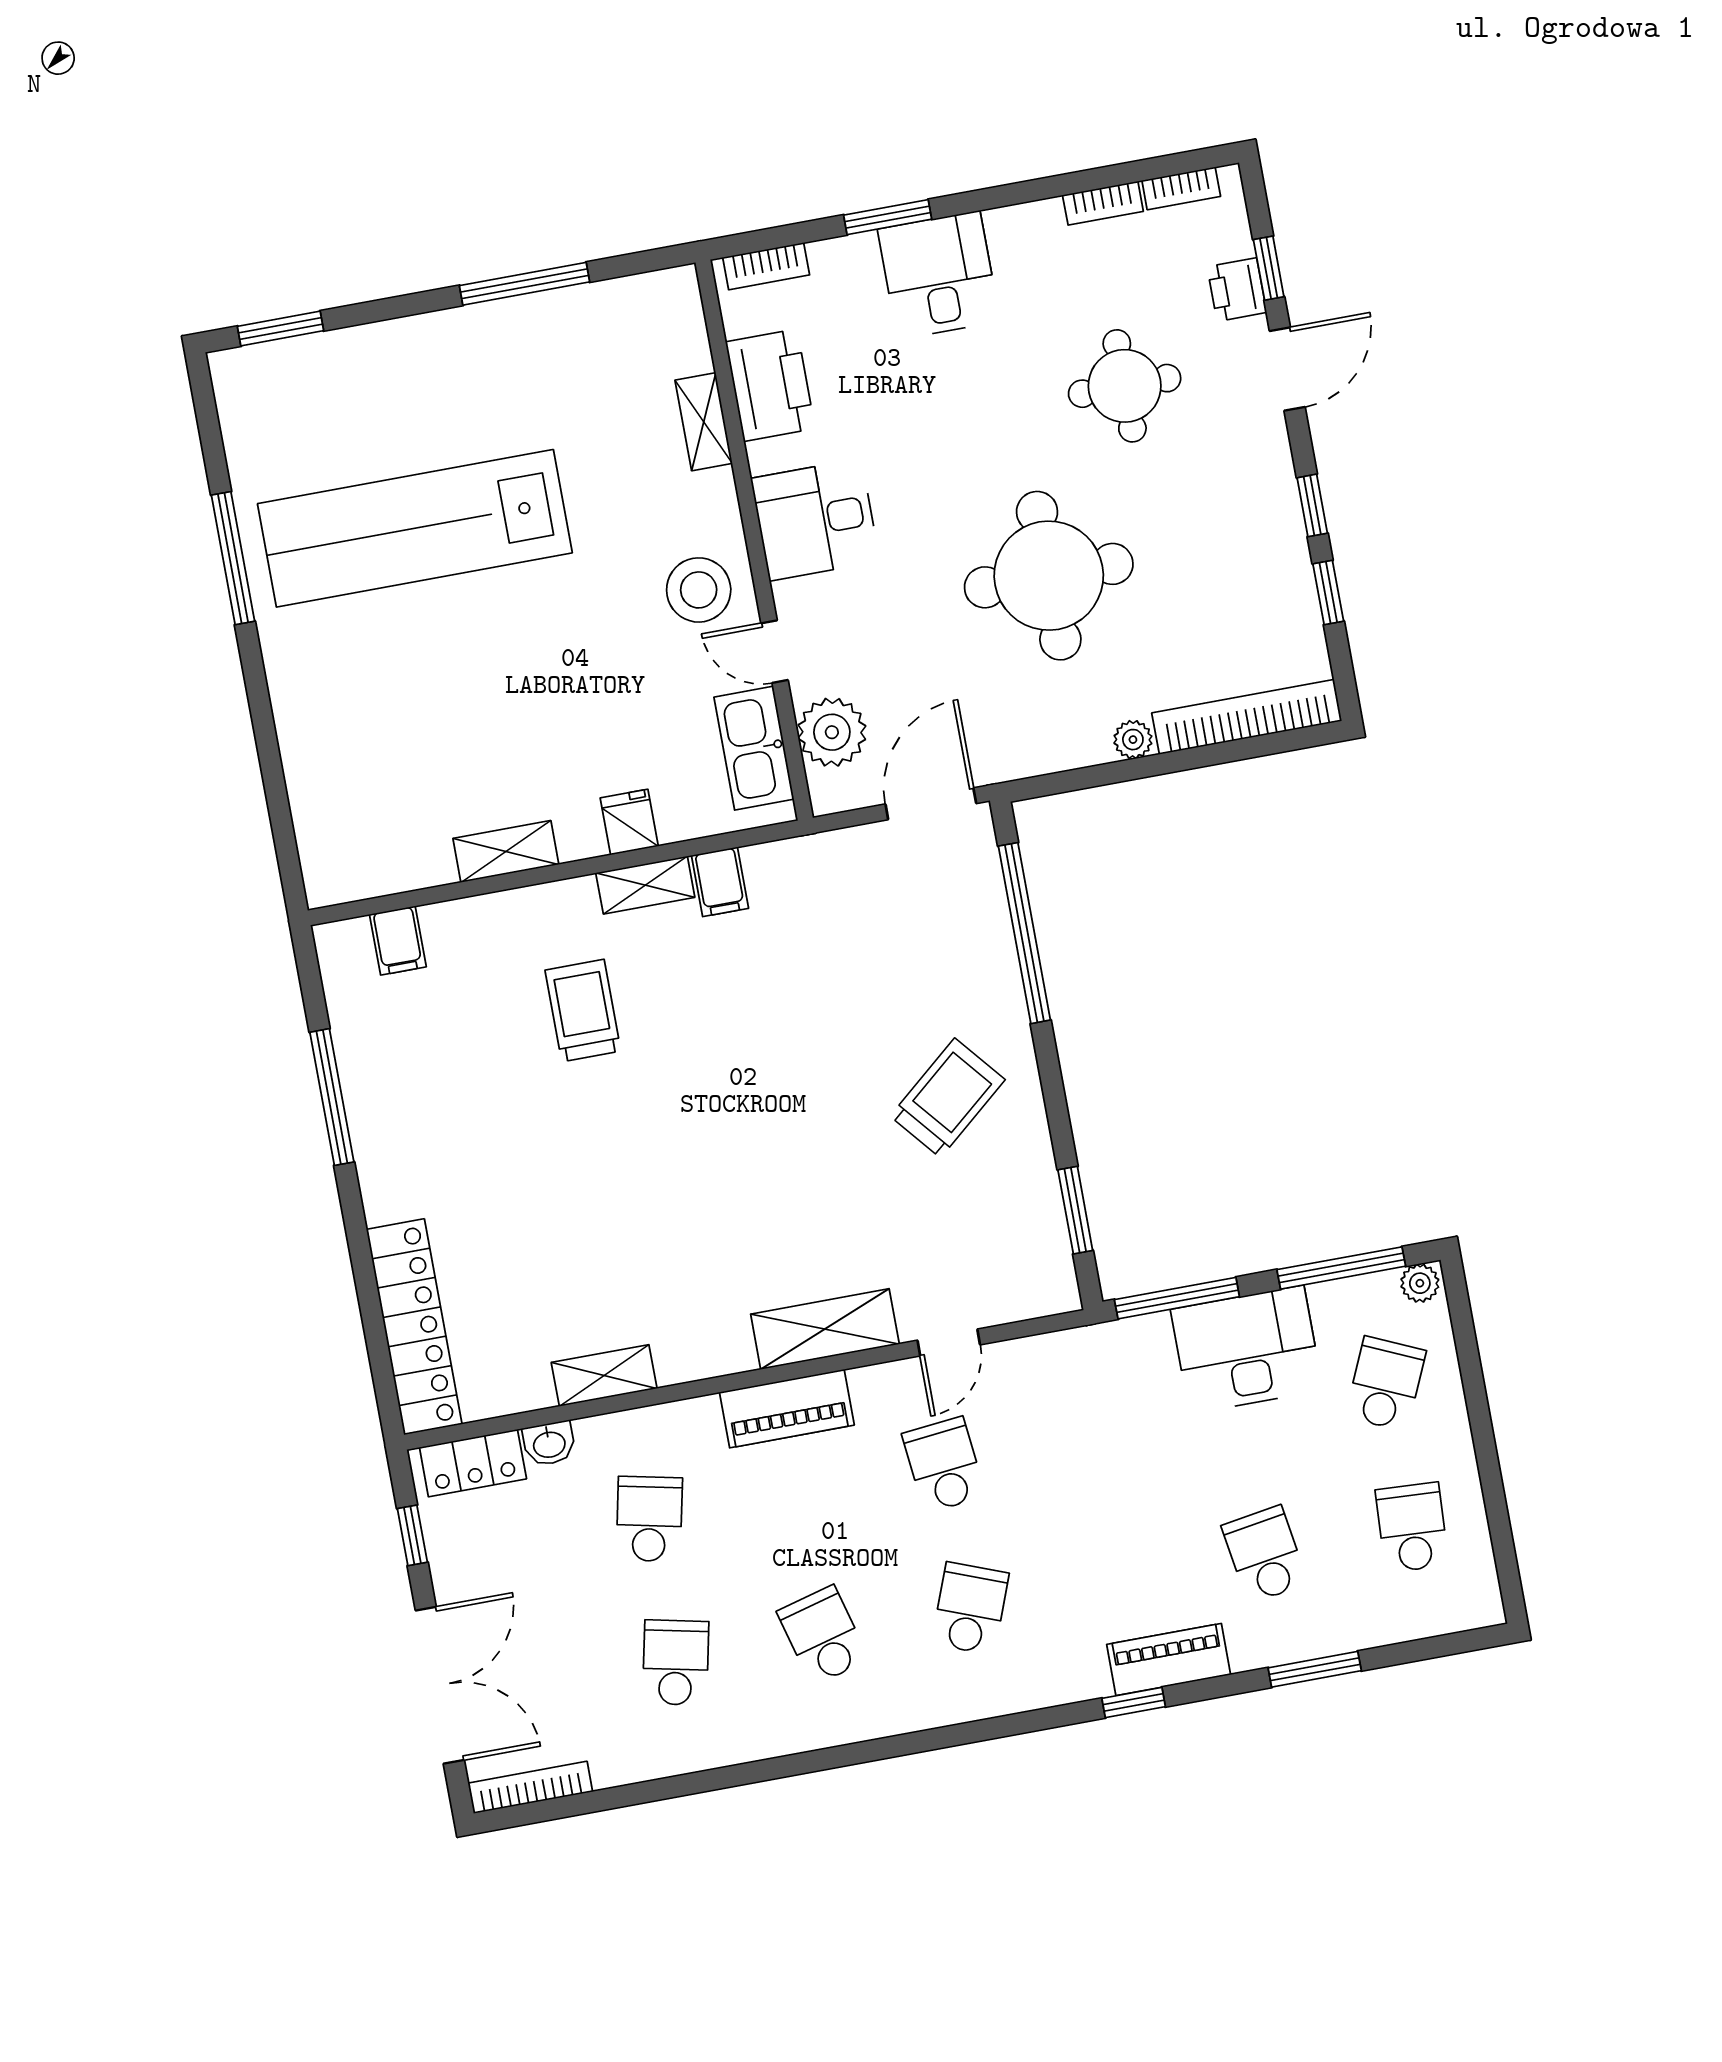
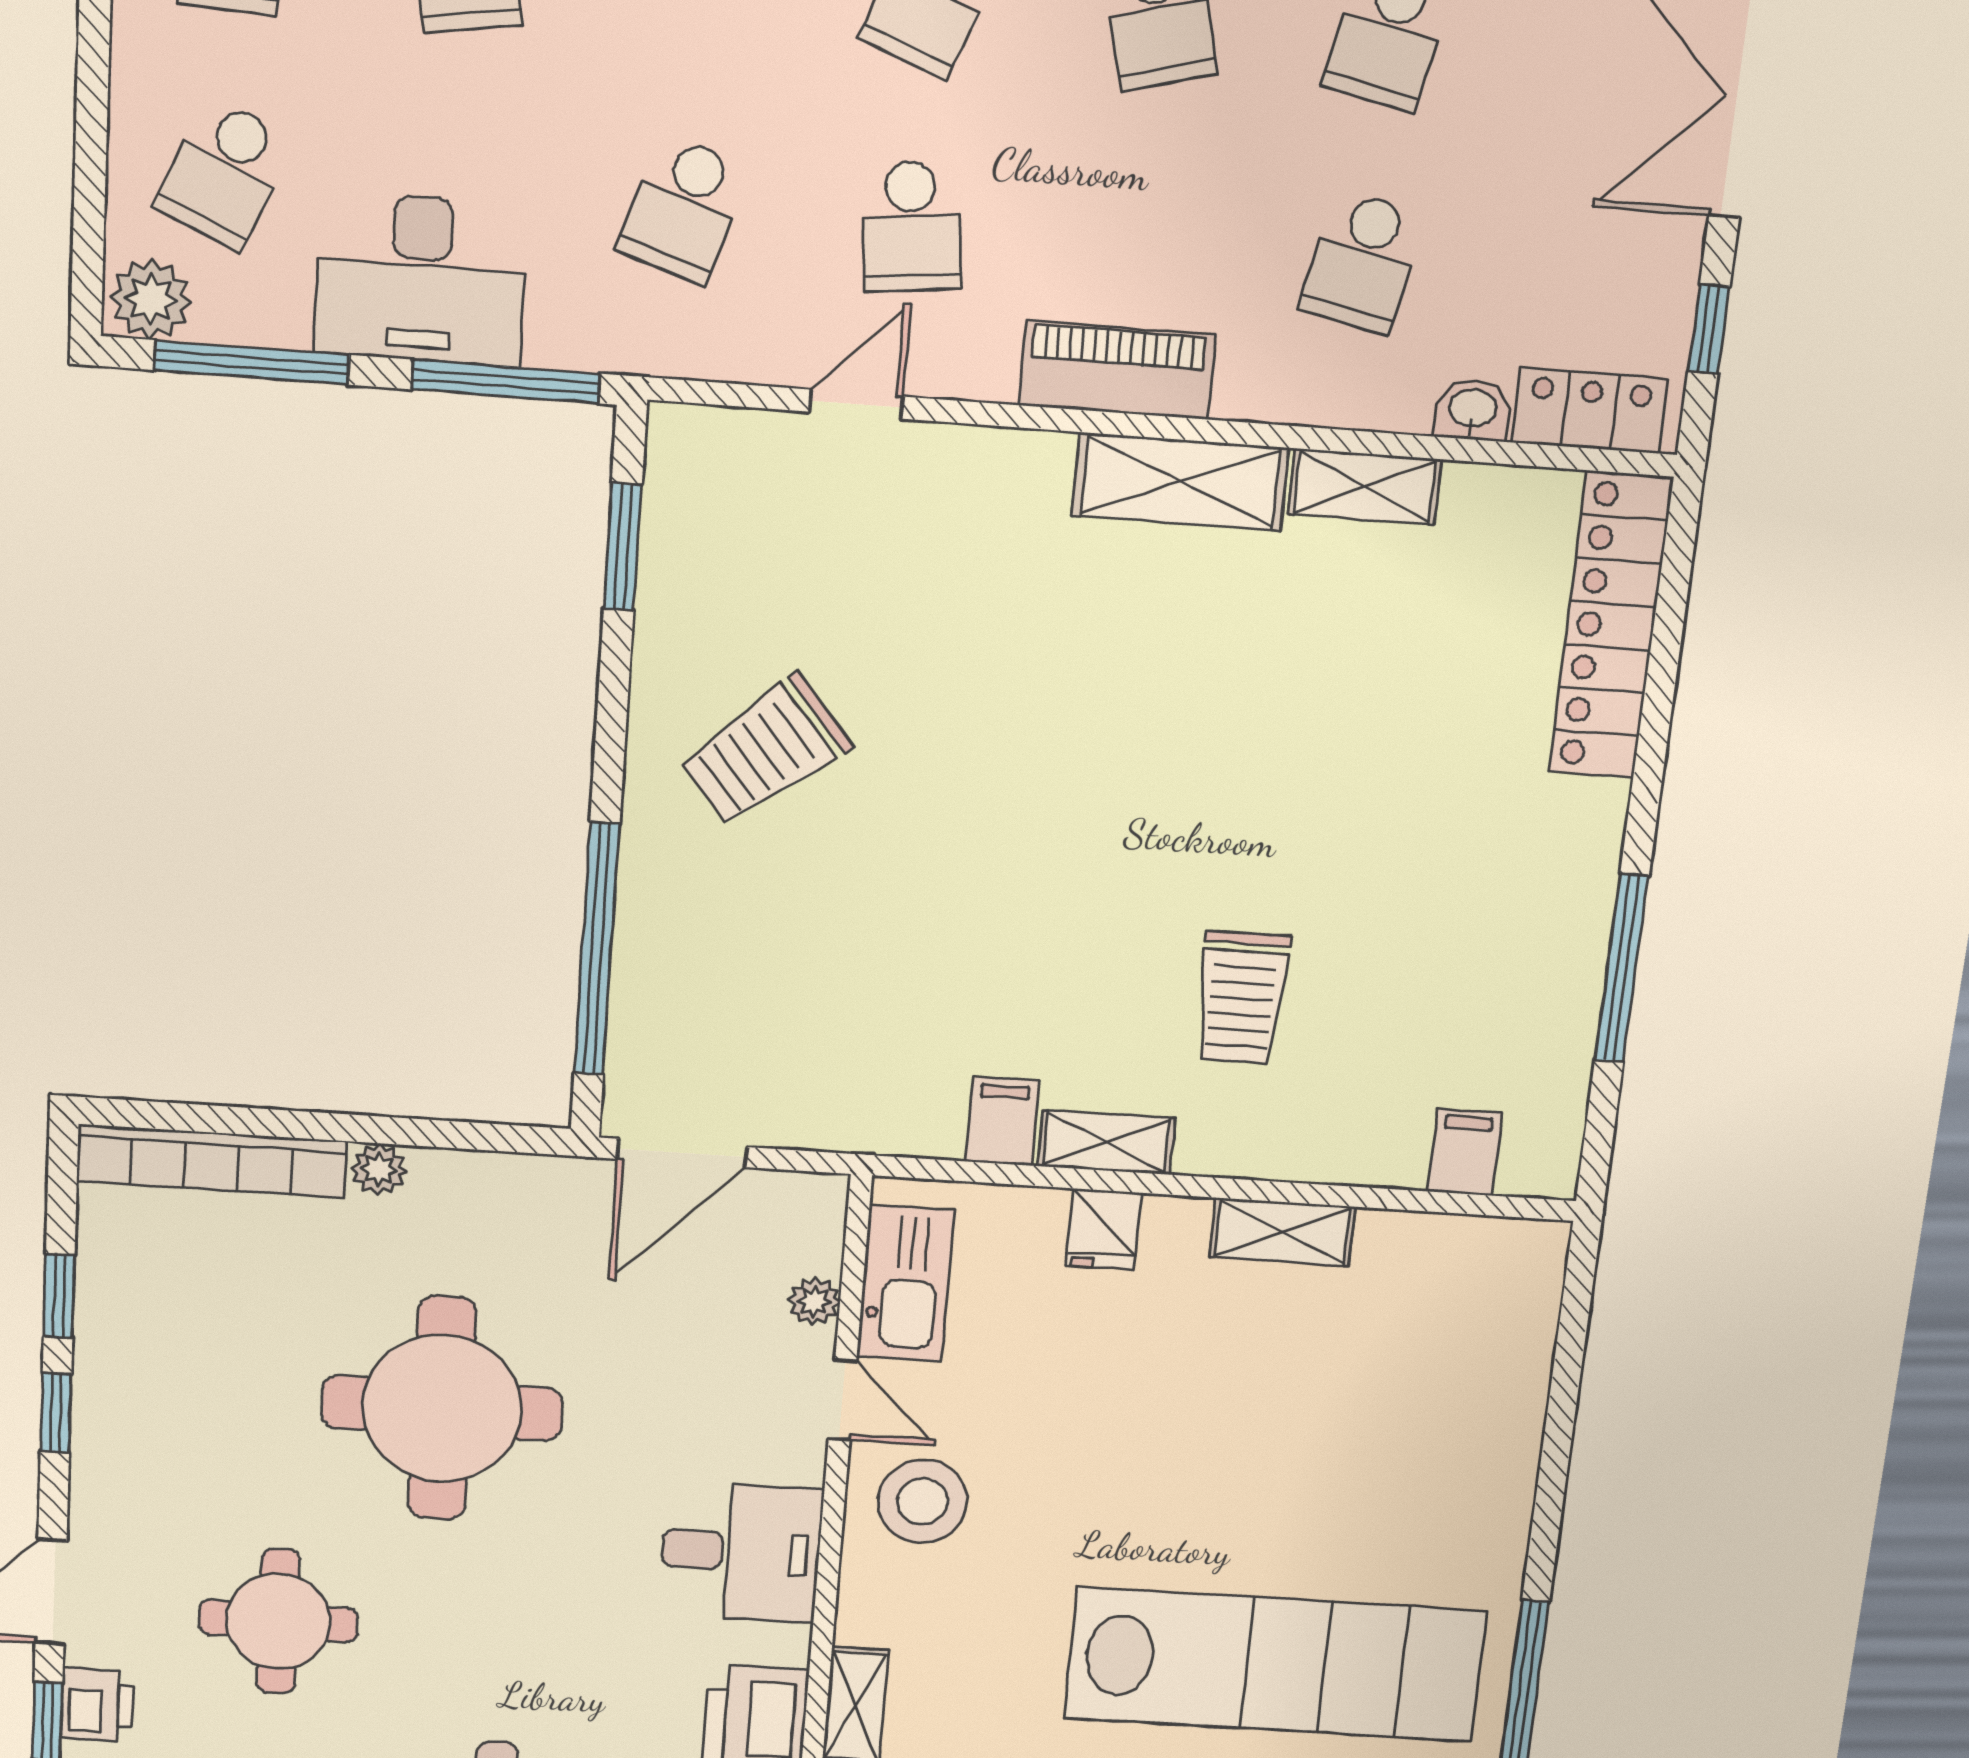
plant: (832, 732) -> (814, 1301), width x0.53, depth x0.53
plant: (1420, 1283) -> (151, 299), width x1.38, depth x1.38
shelving: (825, 1329) -> (1180, 482), moved
school desk: (1091, 1438) -> (684, 209), added

